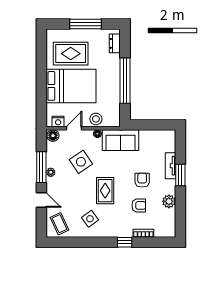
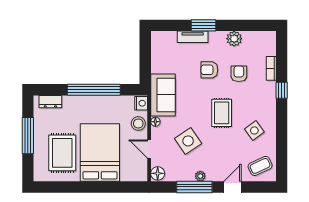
nightstand: (58, 121) -> (141, 103), moved
rug: (105, 191) -> (222, 113), turned 90

